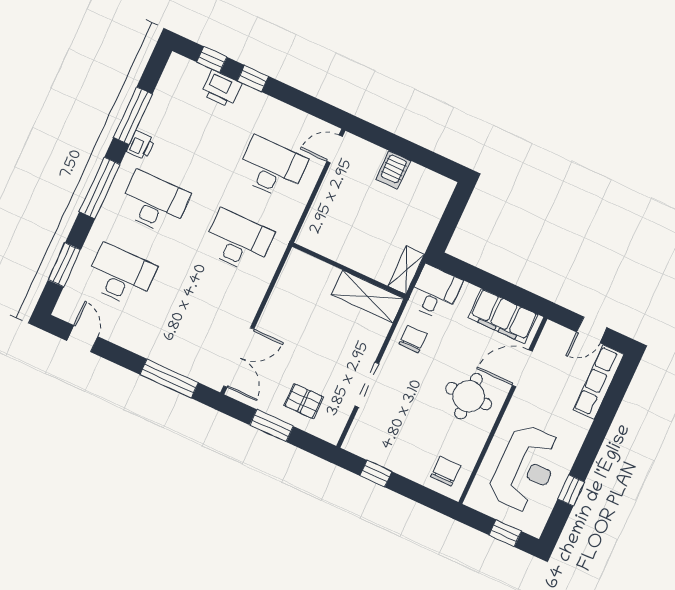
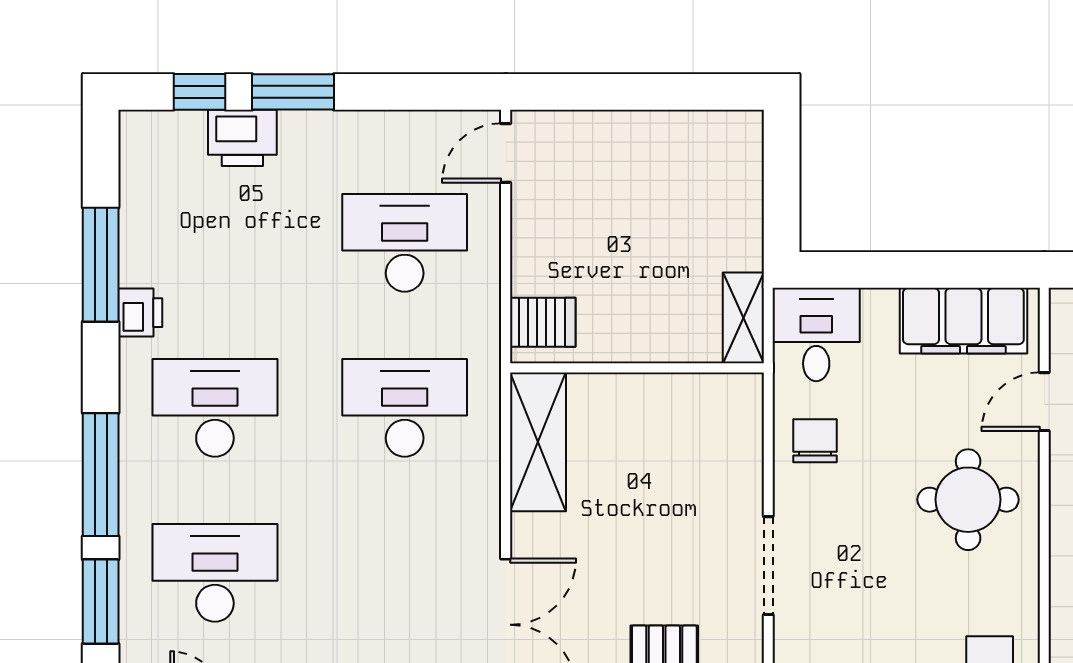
window: (253, 79) -> (293, 92), width x1.50
server rack: (393, 170) -> (543, 322), moved, turned -90
window: (100, 188) -> (101, 475), moved
shelving: (368, 296) -> (538, 442), moved, turned 90
door: (522, 368) -> (1044, 402), width x0.73

